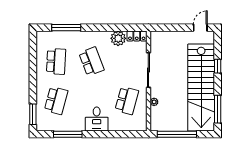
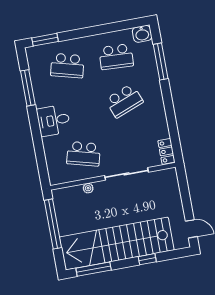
washbasin: (42, 38) -> (142, 34), added
plant: (118, 38) -> (159, 129), removed

